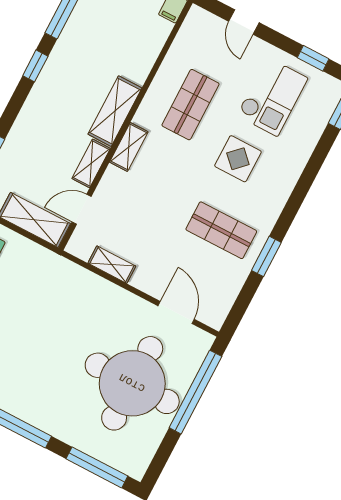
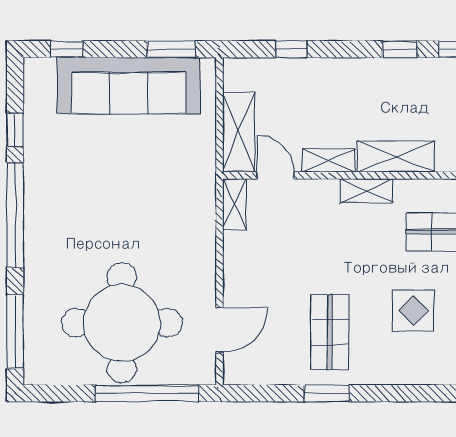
shelving: (112, 265) -> (234, 204), moved

